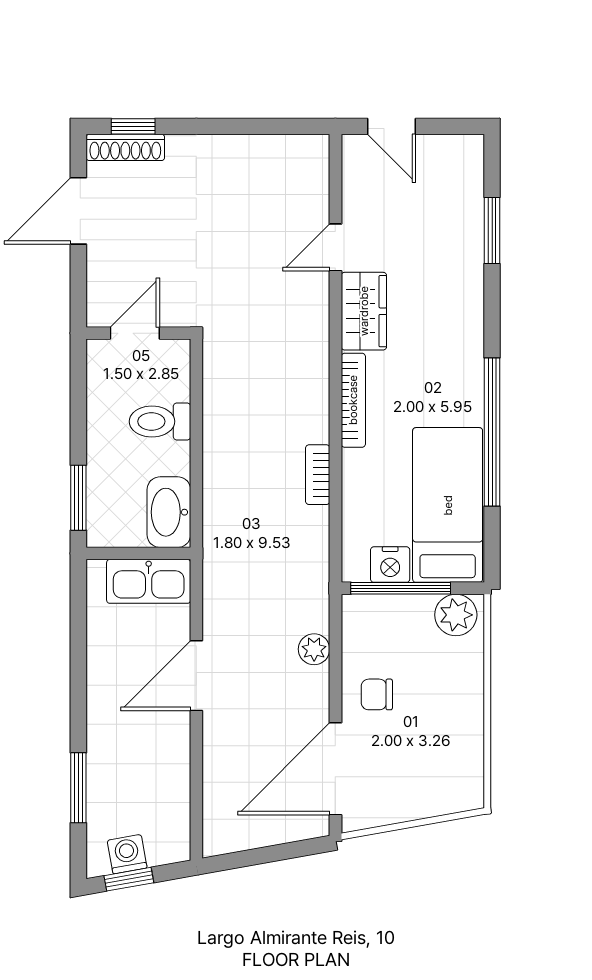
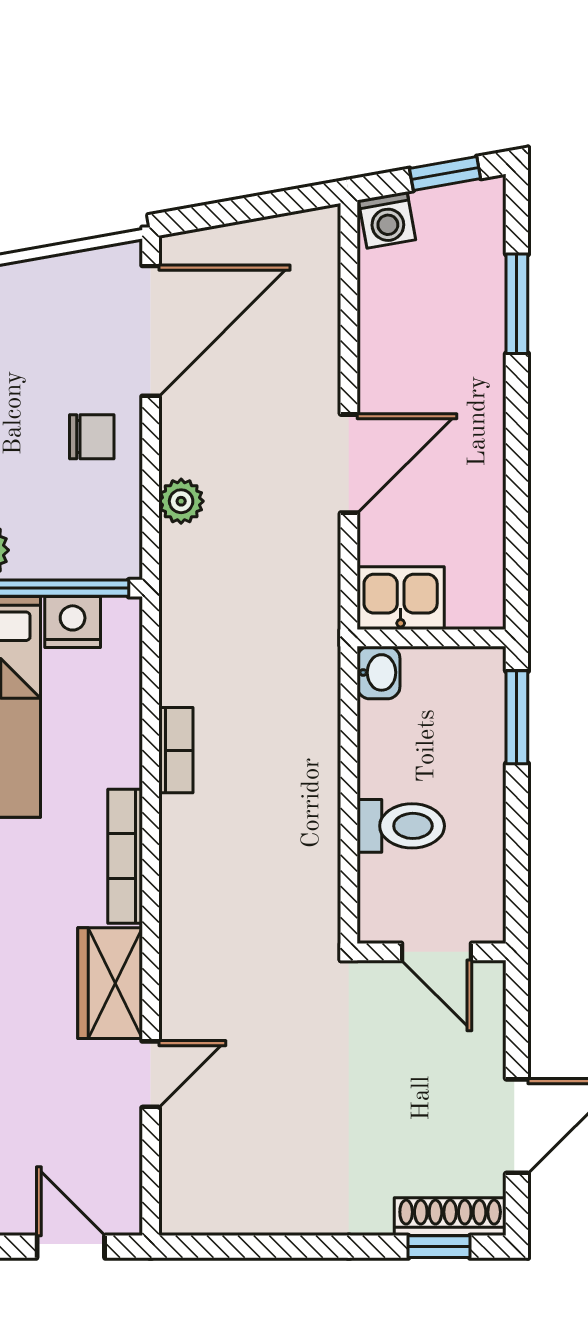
door: (135, 333) -> (437, 952), hinge flipped
washbasin: (169, 512) -> (379, 672), width x0.52, depth x0.69
kitchen sink: (149, 581) -> (401, 598), width x0.73
washing machine: (127, 854) -> (387, 220), moved

